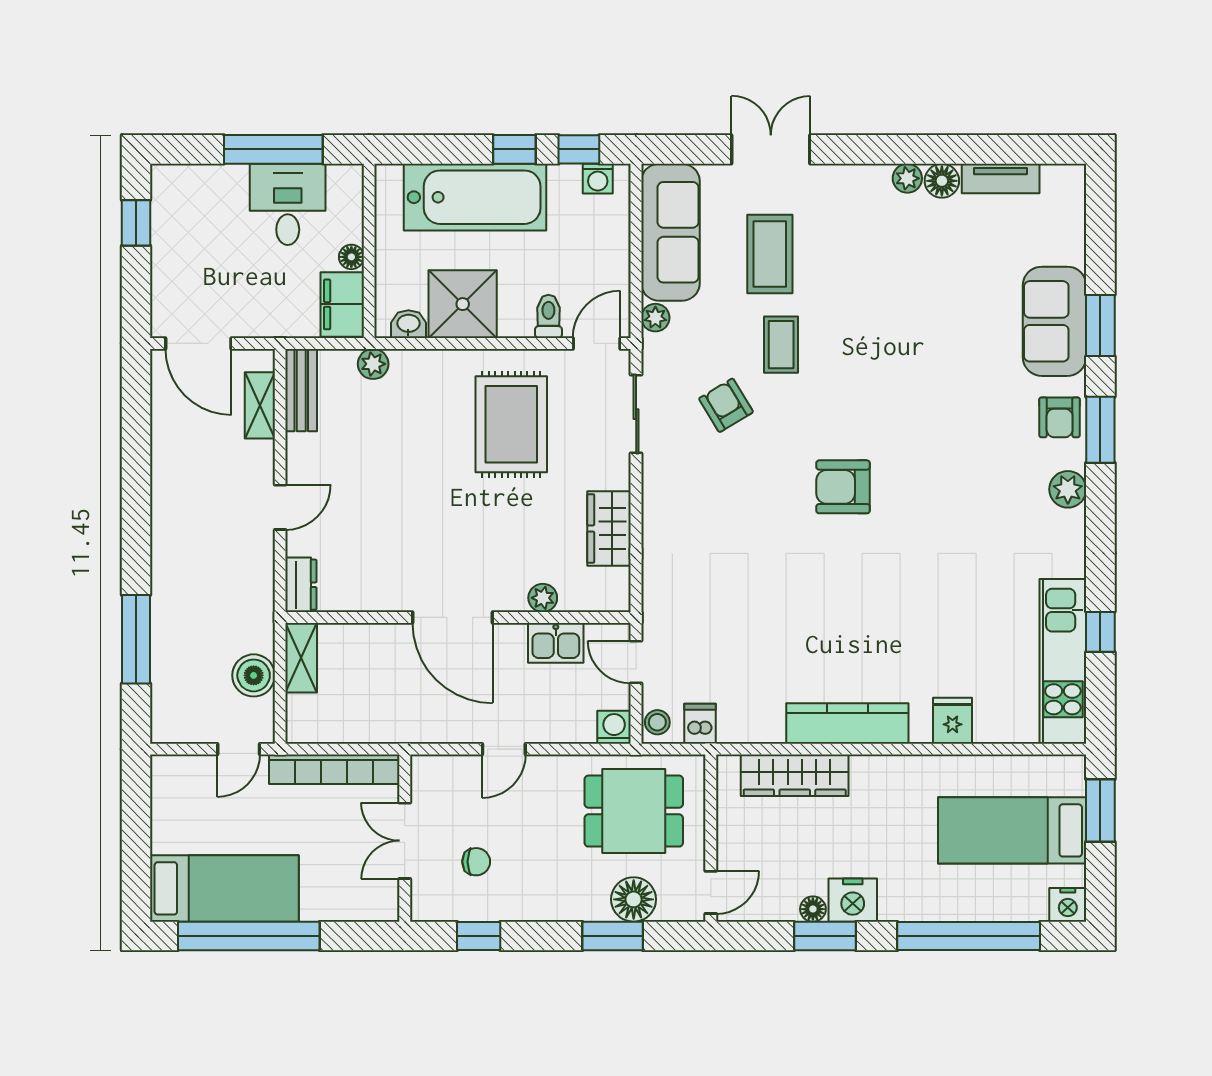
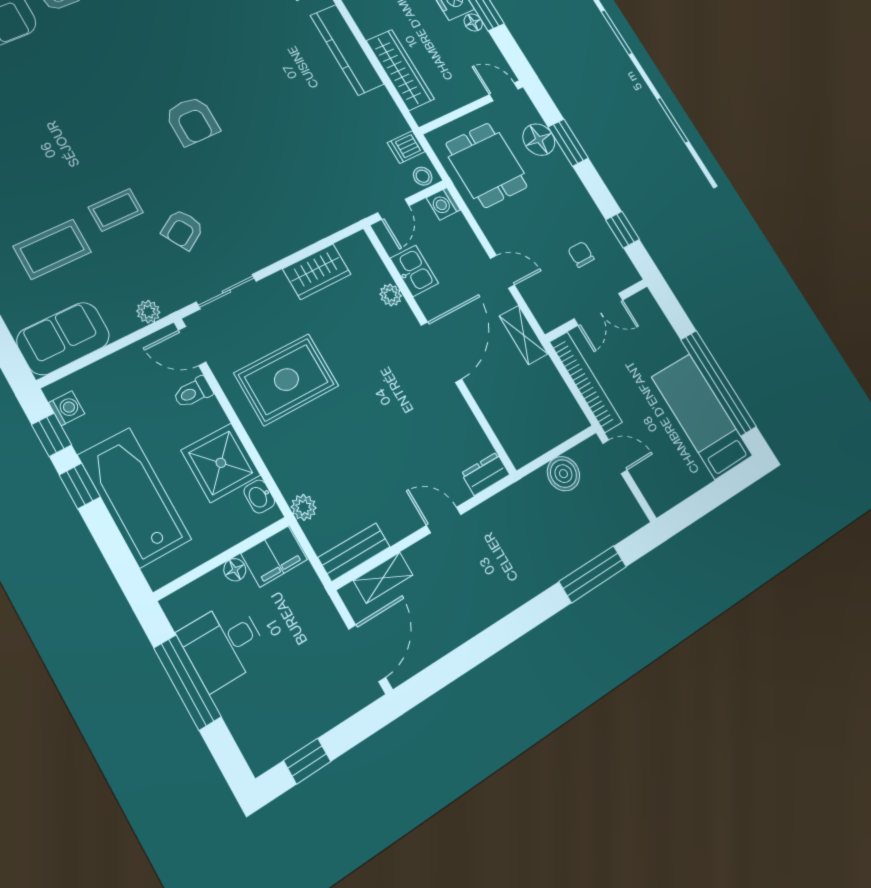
sofa: (670, 232) -> (63, 338), width x0.73
shelving: (301, 658) -> (524, 335), moved, turned 90

